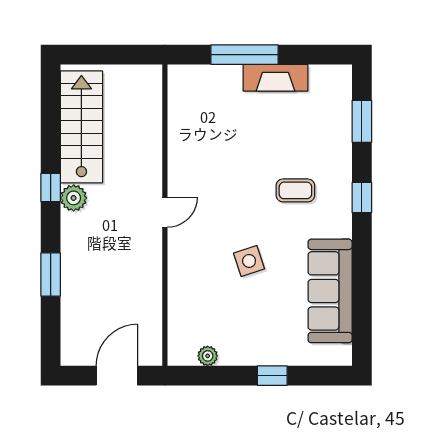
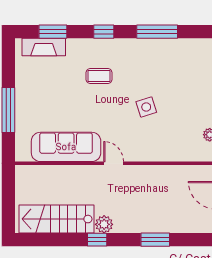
fireplace: (275, 78) -> (44, 47), moved, turned 90
coffee table: (295, 190) -> (99, 76), turned 90
window: (362, 277) -> (157, 32), added
sofa: (330, 291) -> (66, 147), moved, turned 180

